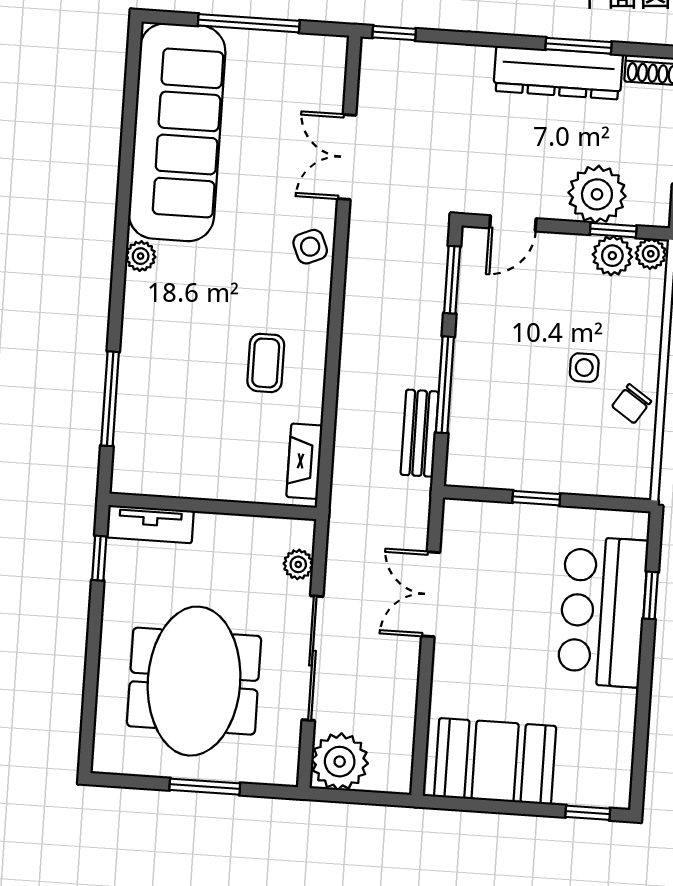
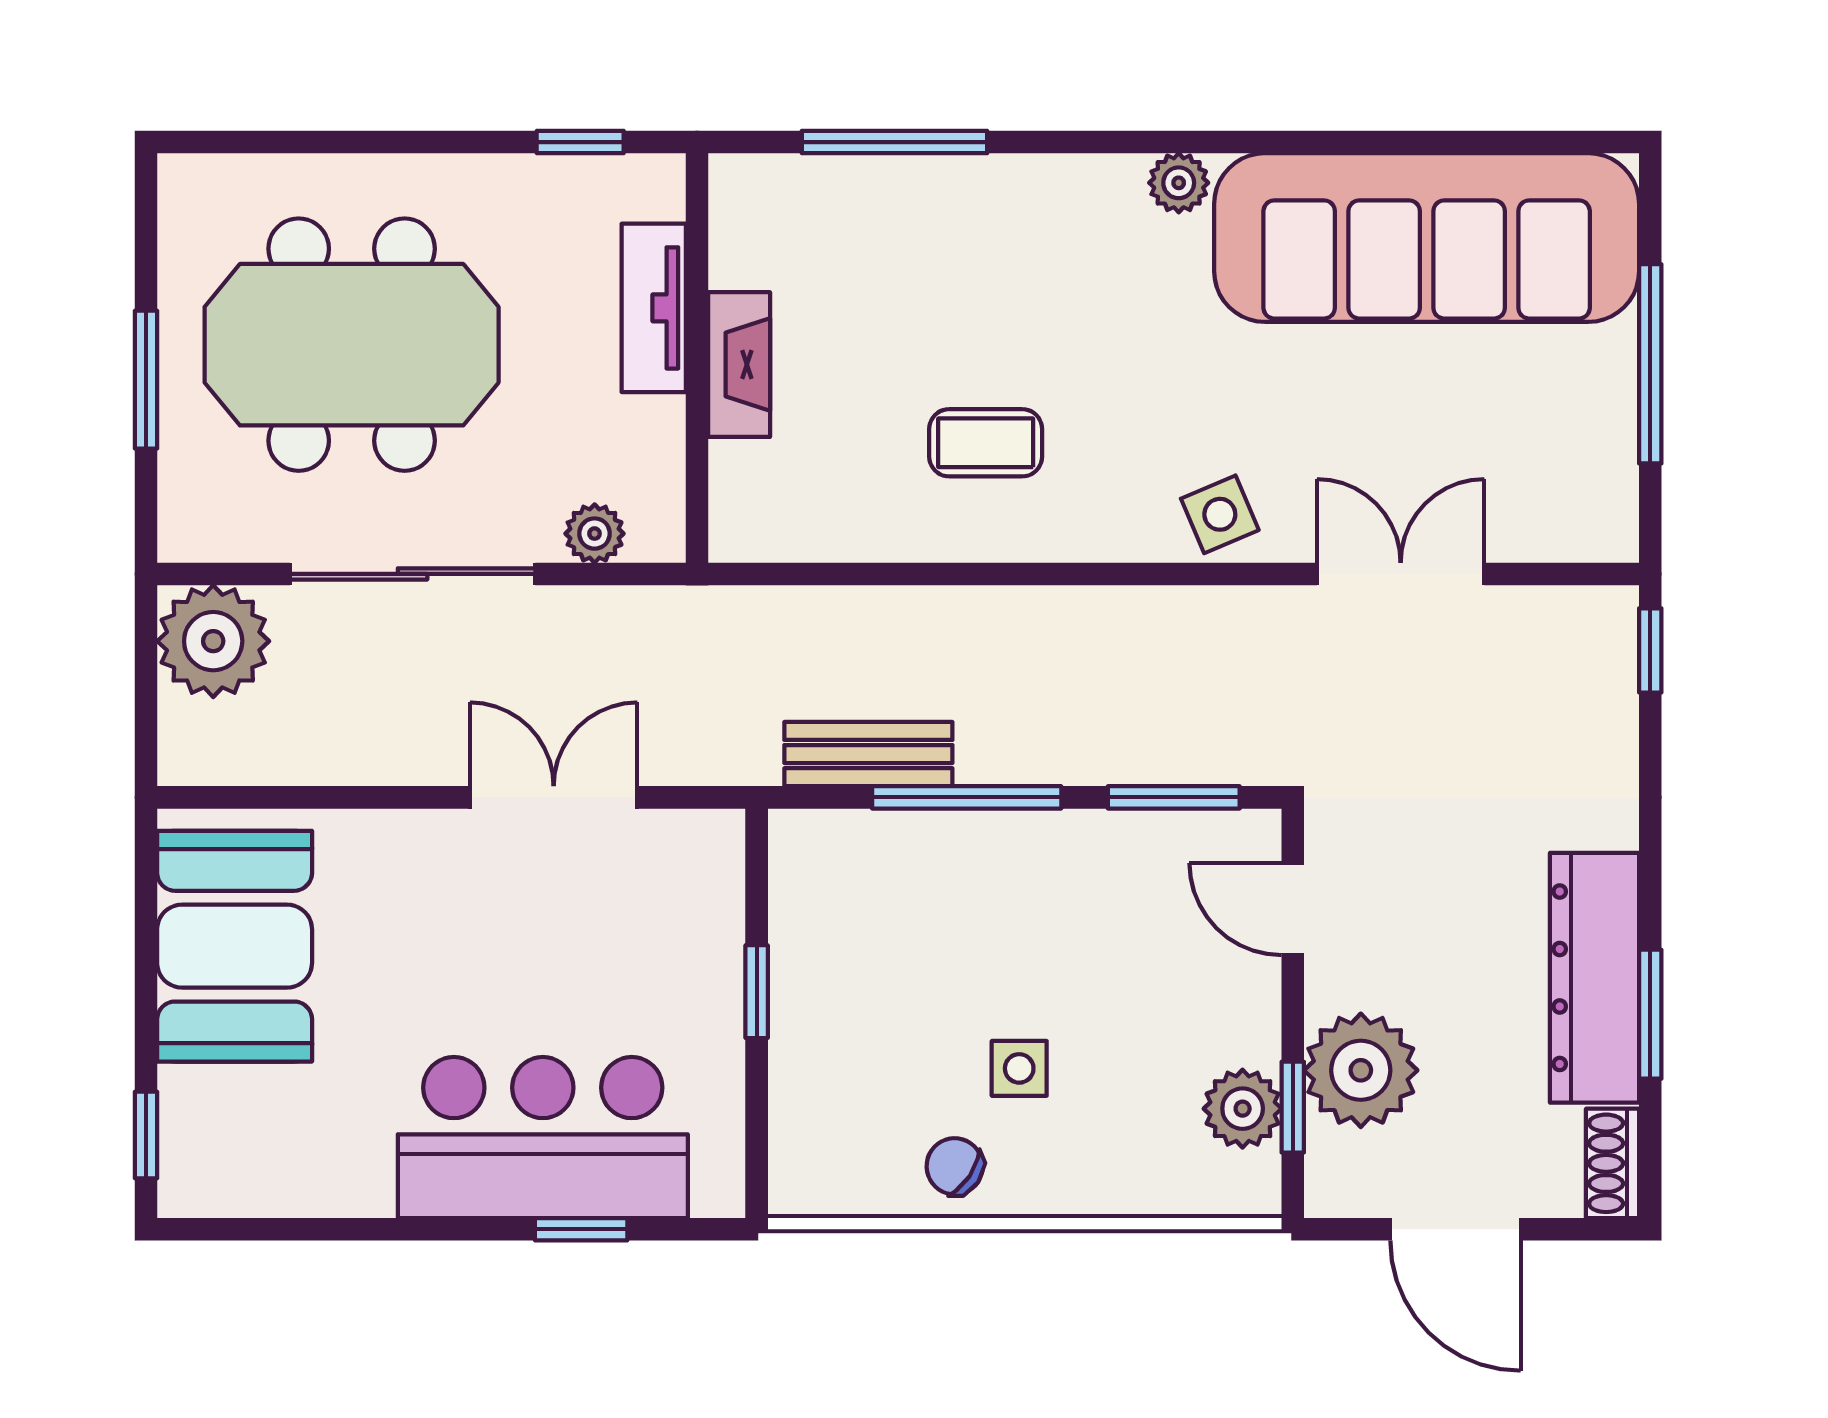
plant: (651, 254) -> (1251, 1184), removed
fireplace: (304, 461) -> (739, 365), moved, turned 90
tv unit: (150, 524) -> (654, 308), moved

